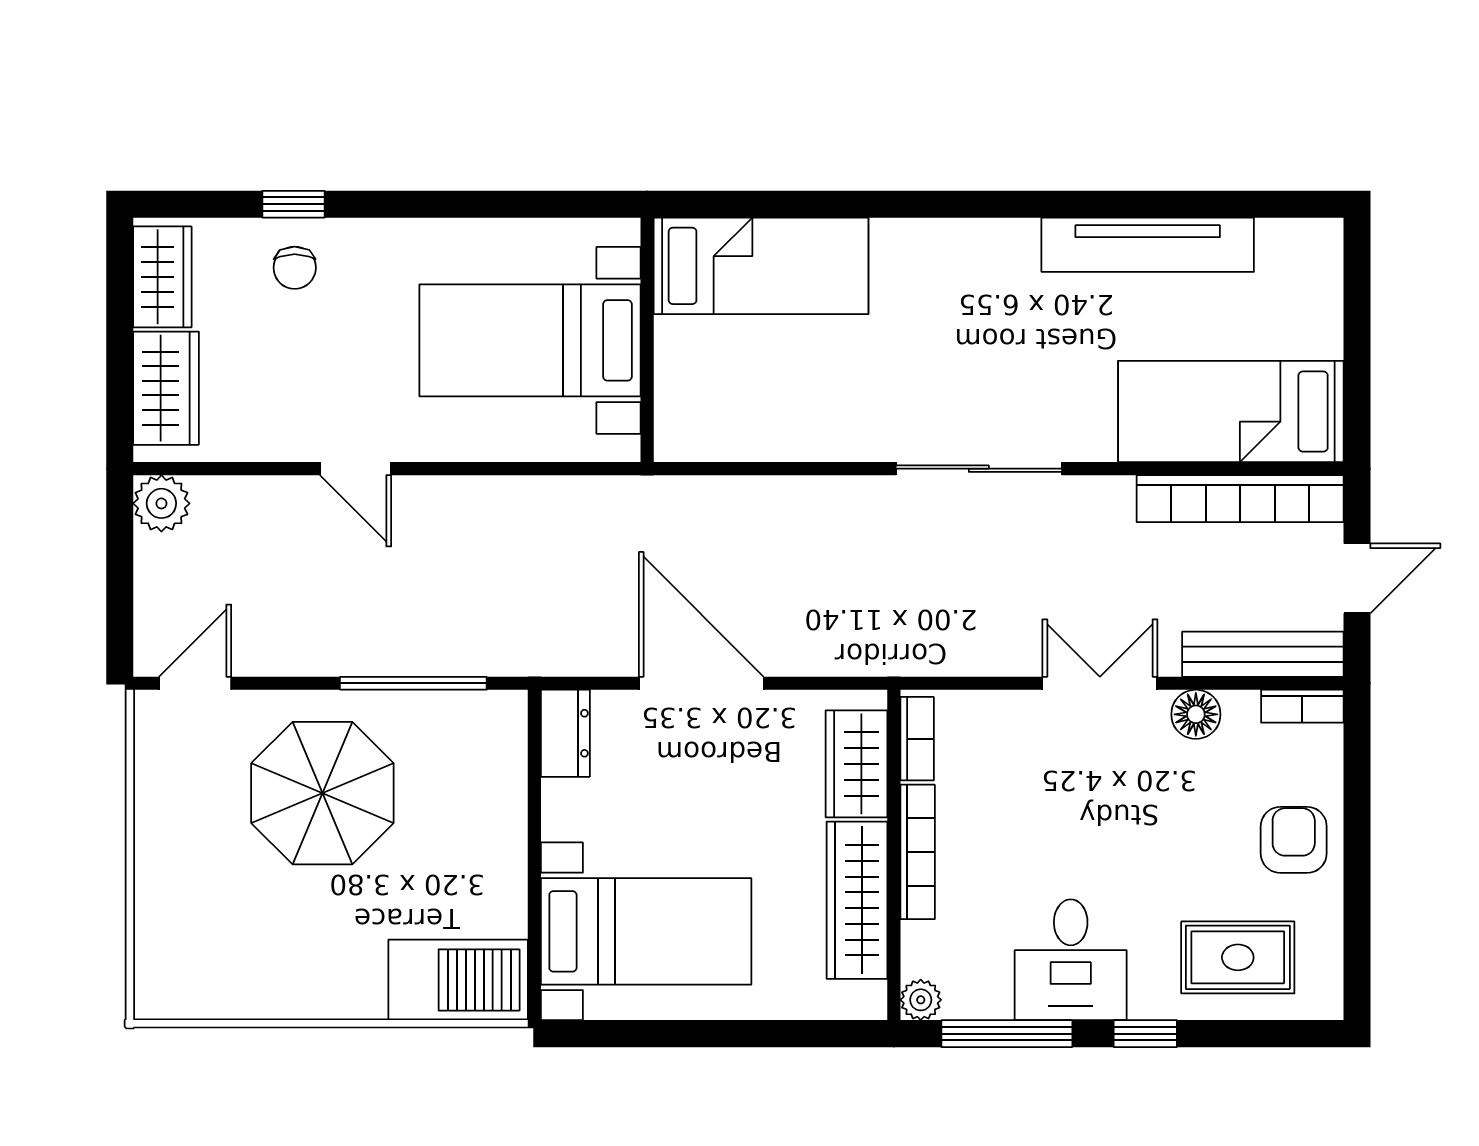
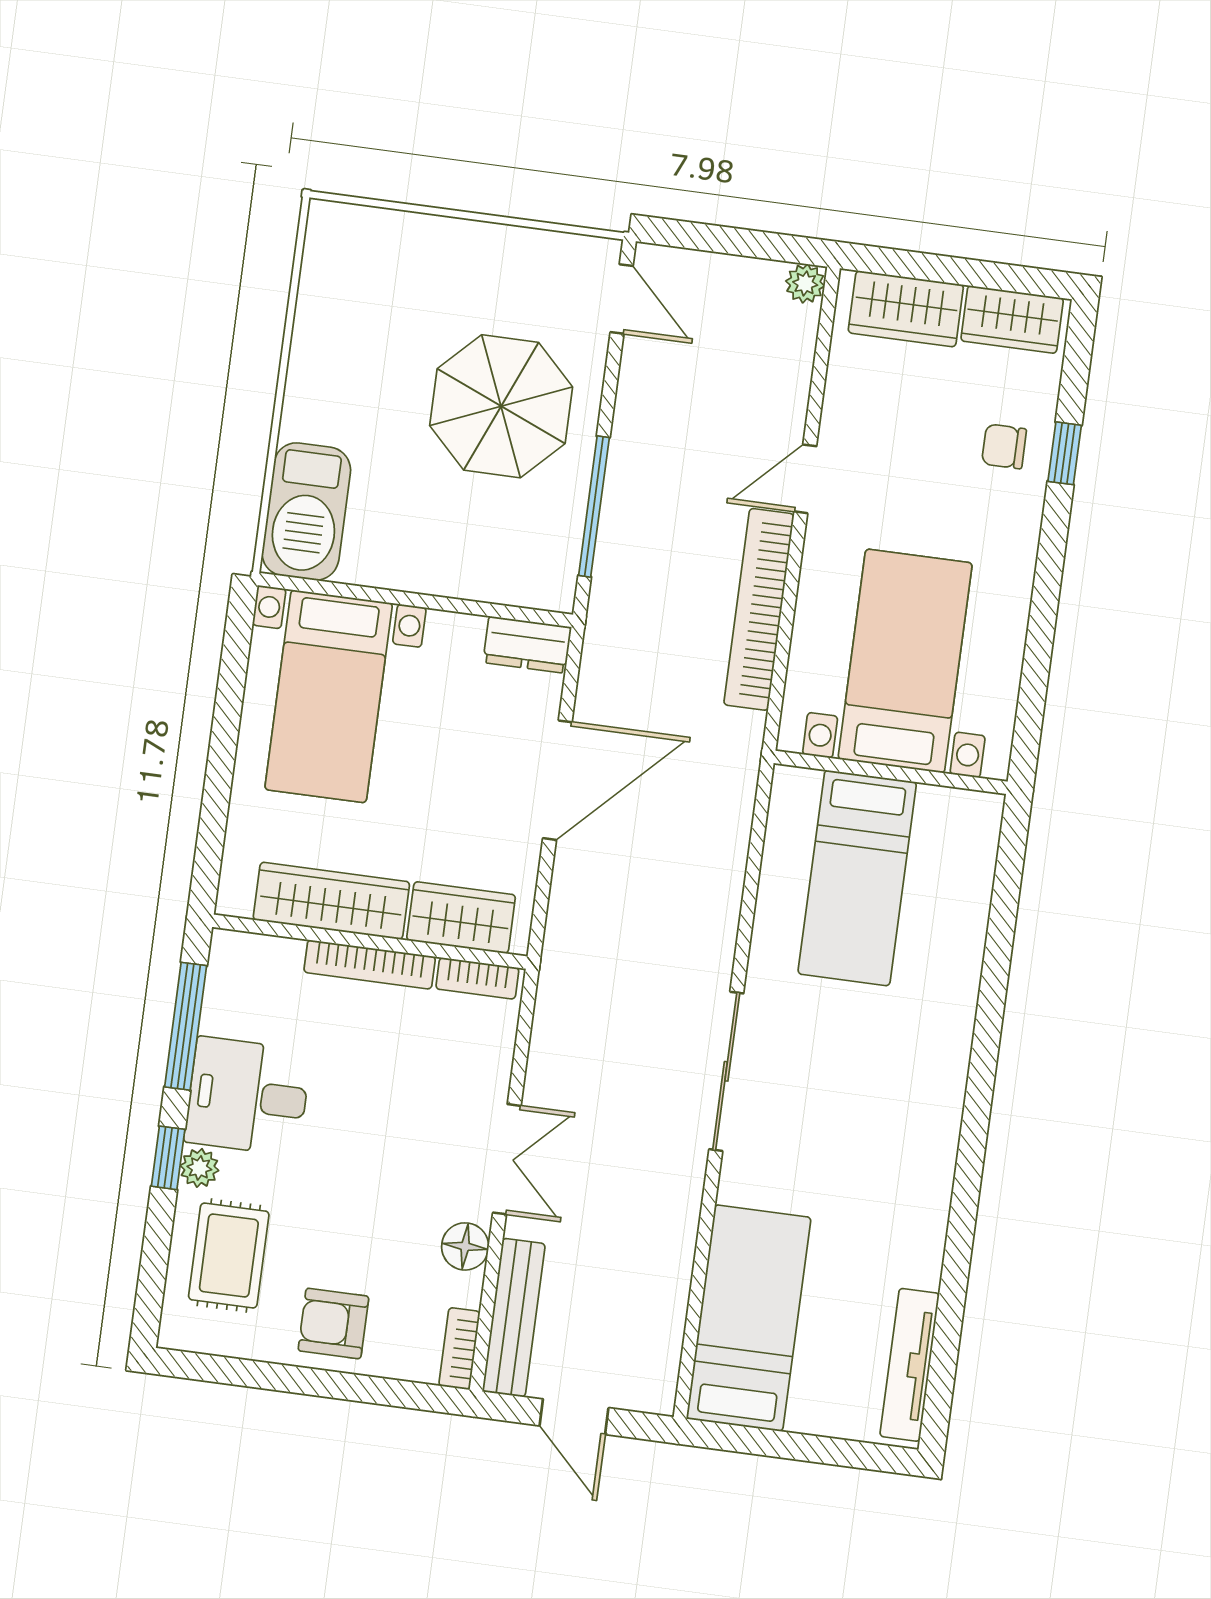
tv unit: (1148, 245) -> (910, 1365), moved, width x0.73, depth x0.78
bed: (761, 266) -> (857, 878), moved
bookcase: (1240, 499) -> (759, 609), moved
plant: (161, 503) -> (805, 284), width x0.73, depth x0.73
armchair: (1294, 840) -> (333, 1323), turned 180
plant: (921, 1000) -> (199, 1168), moved

